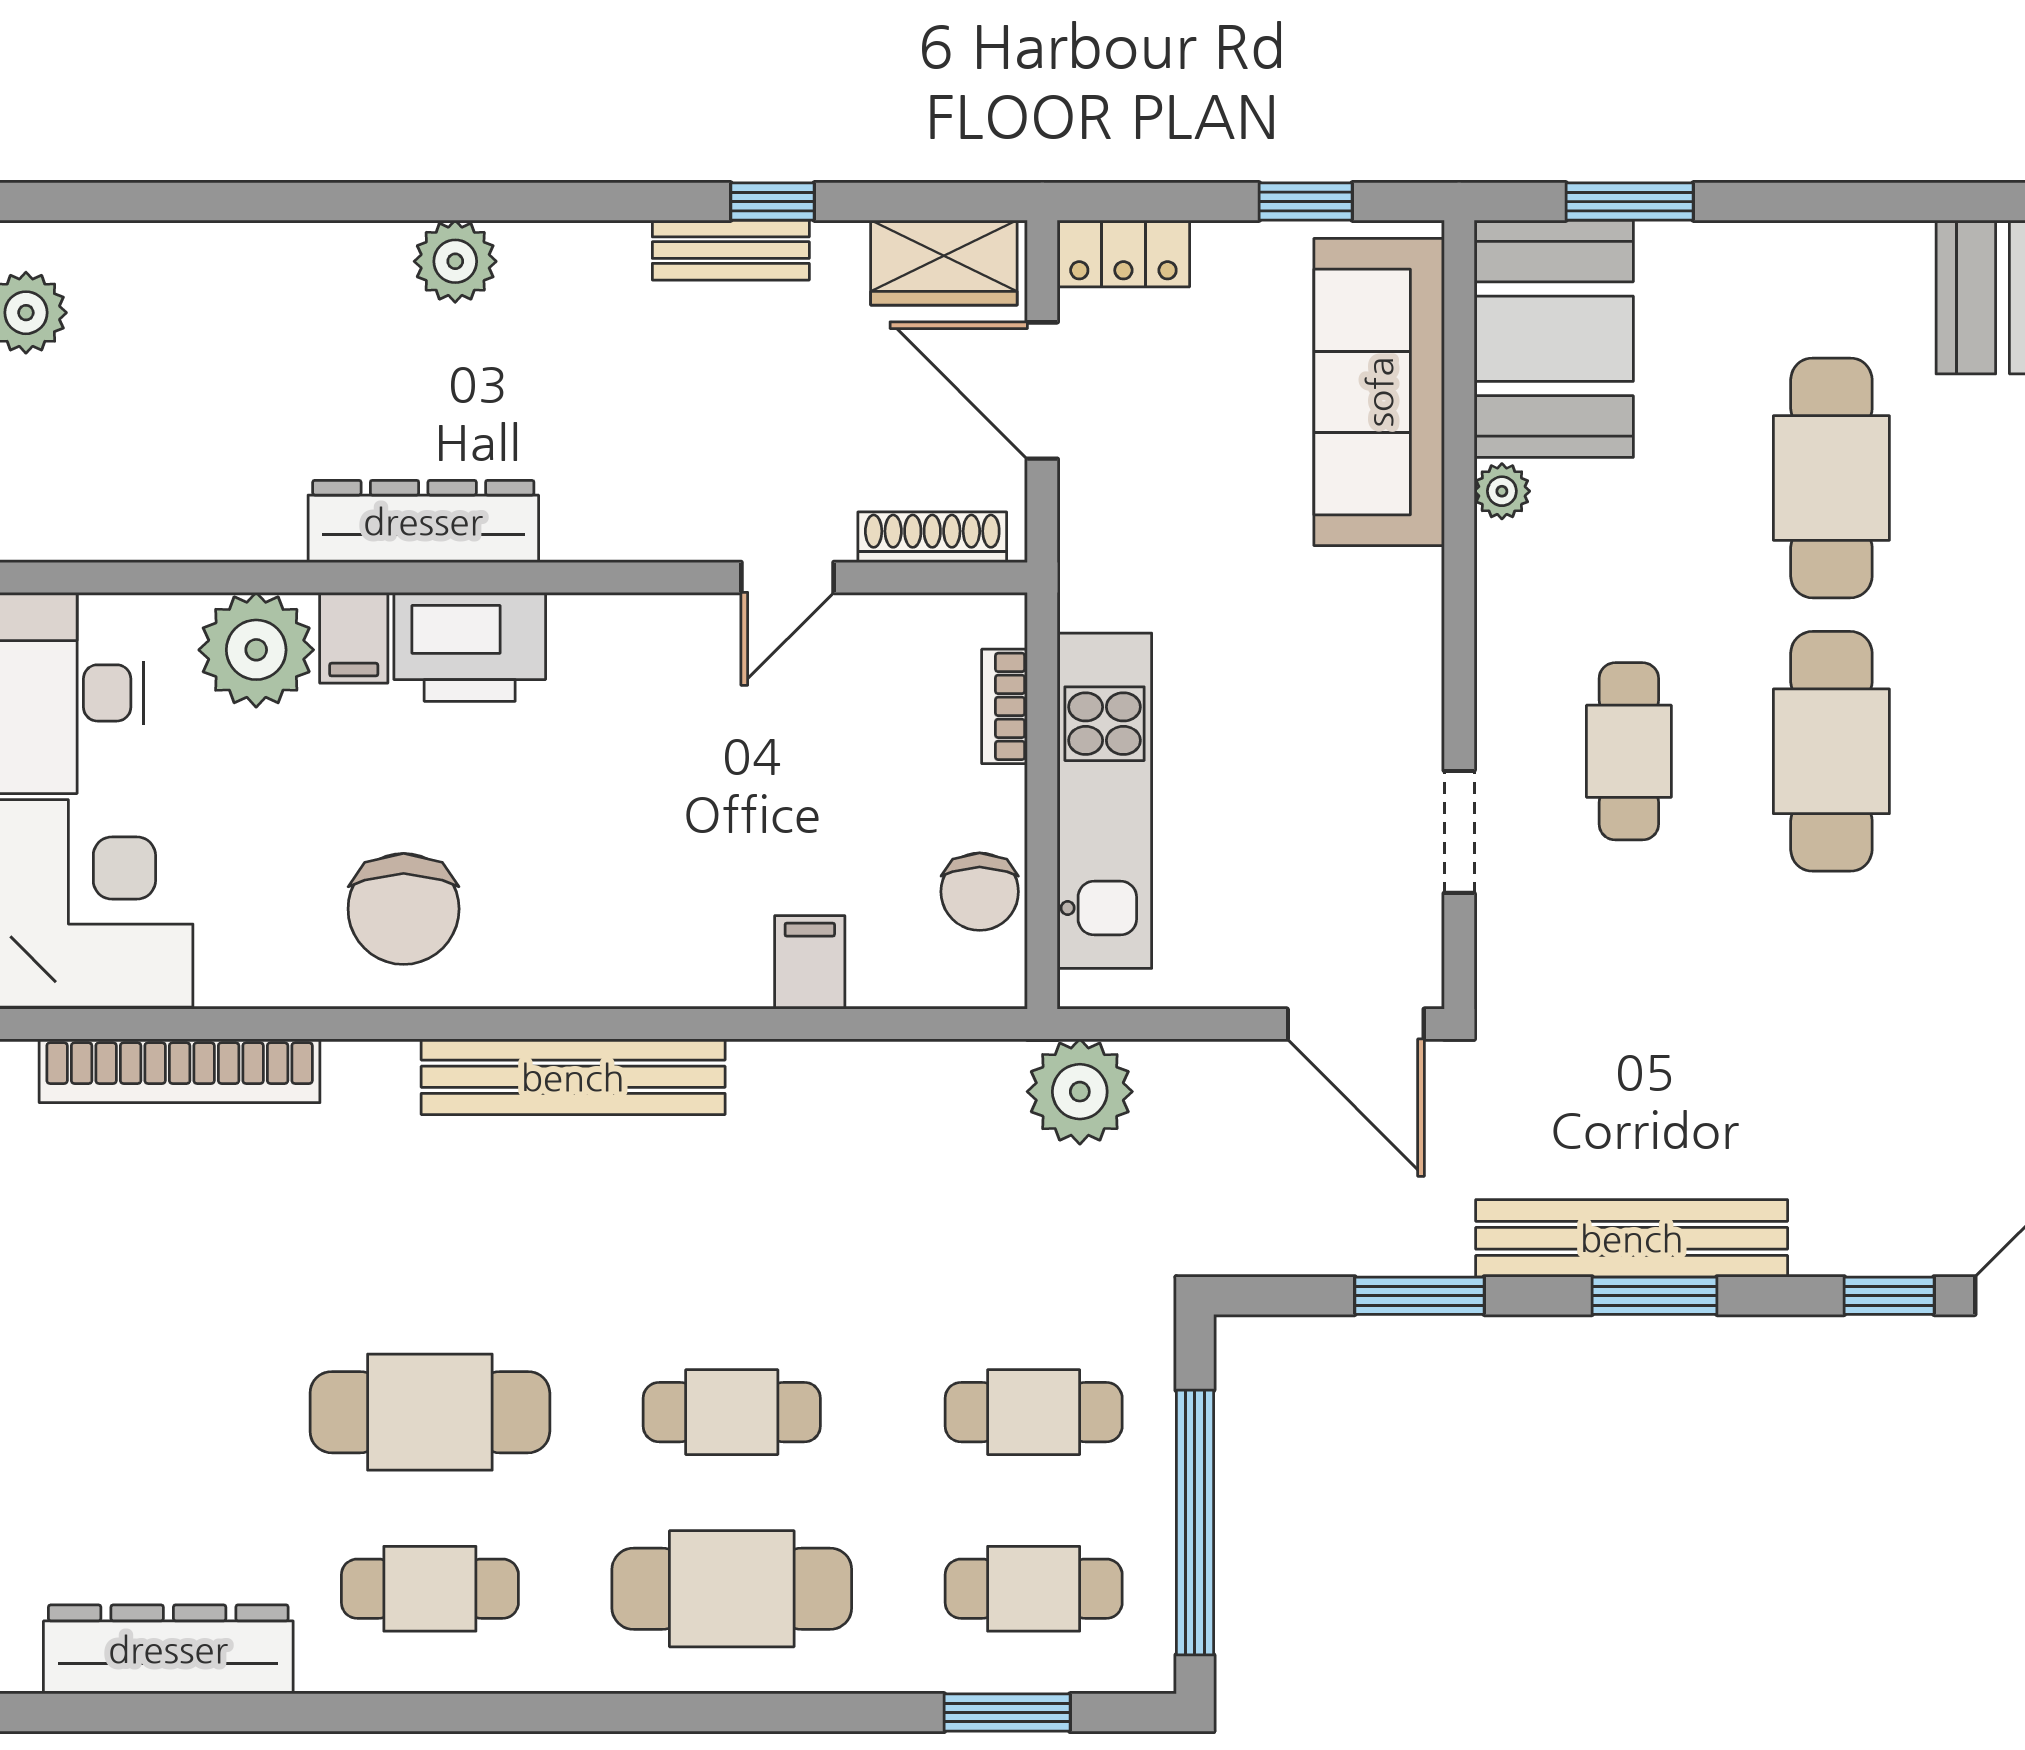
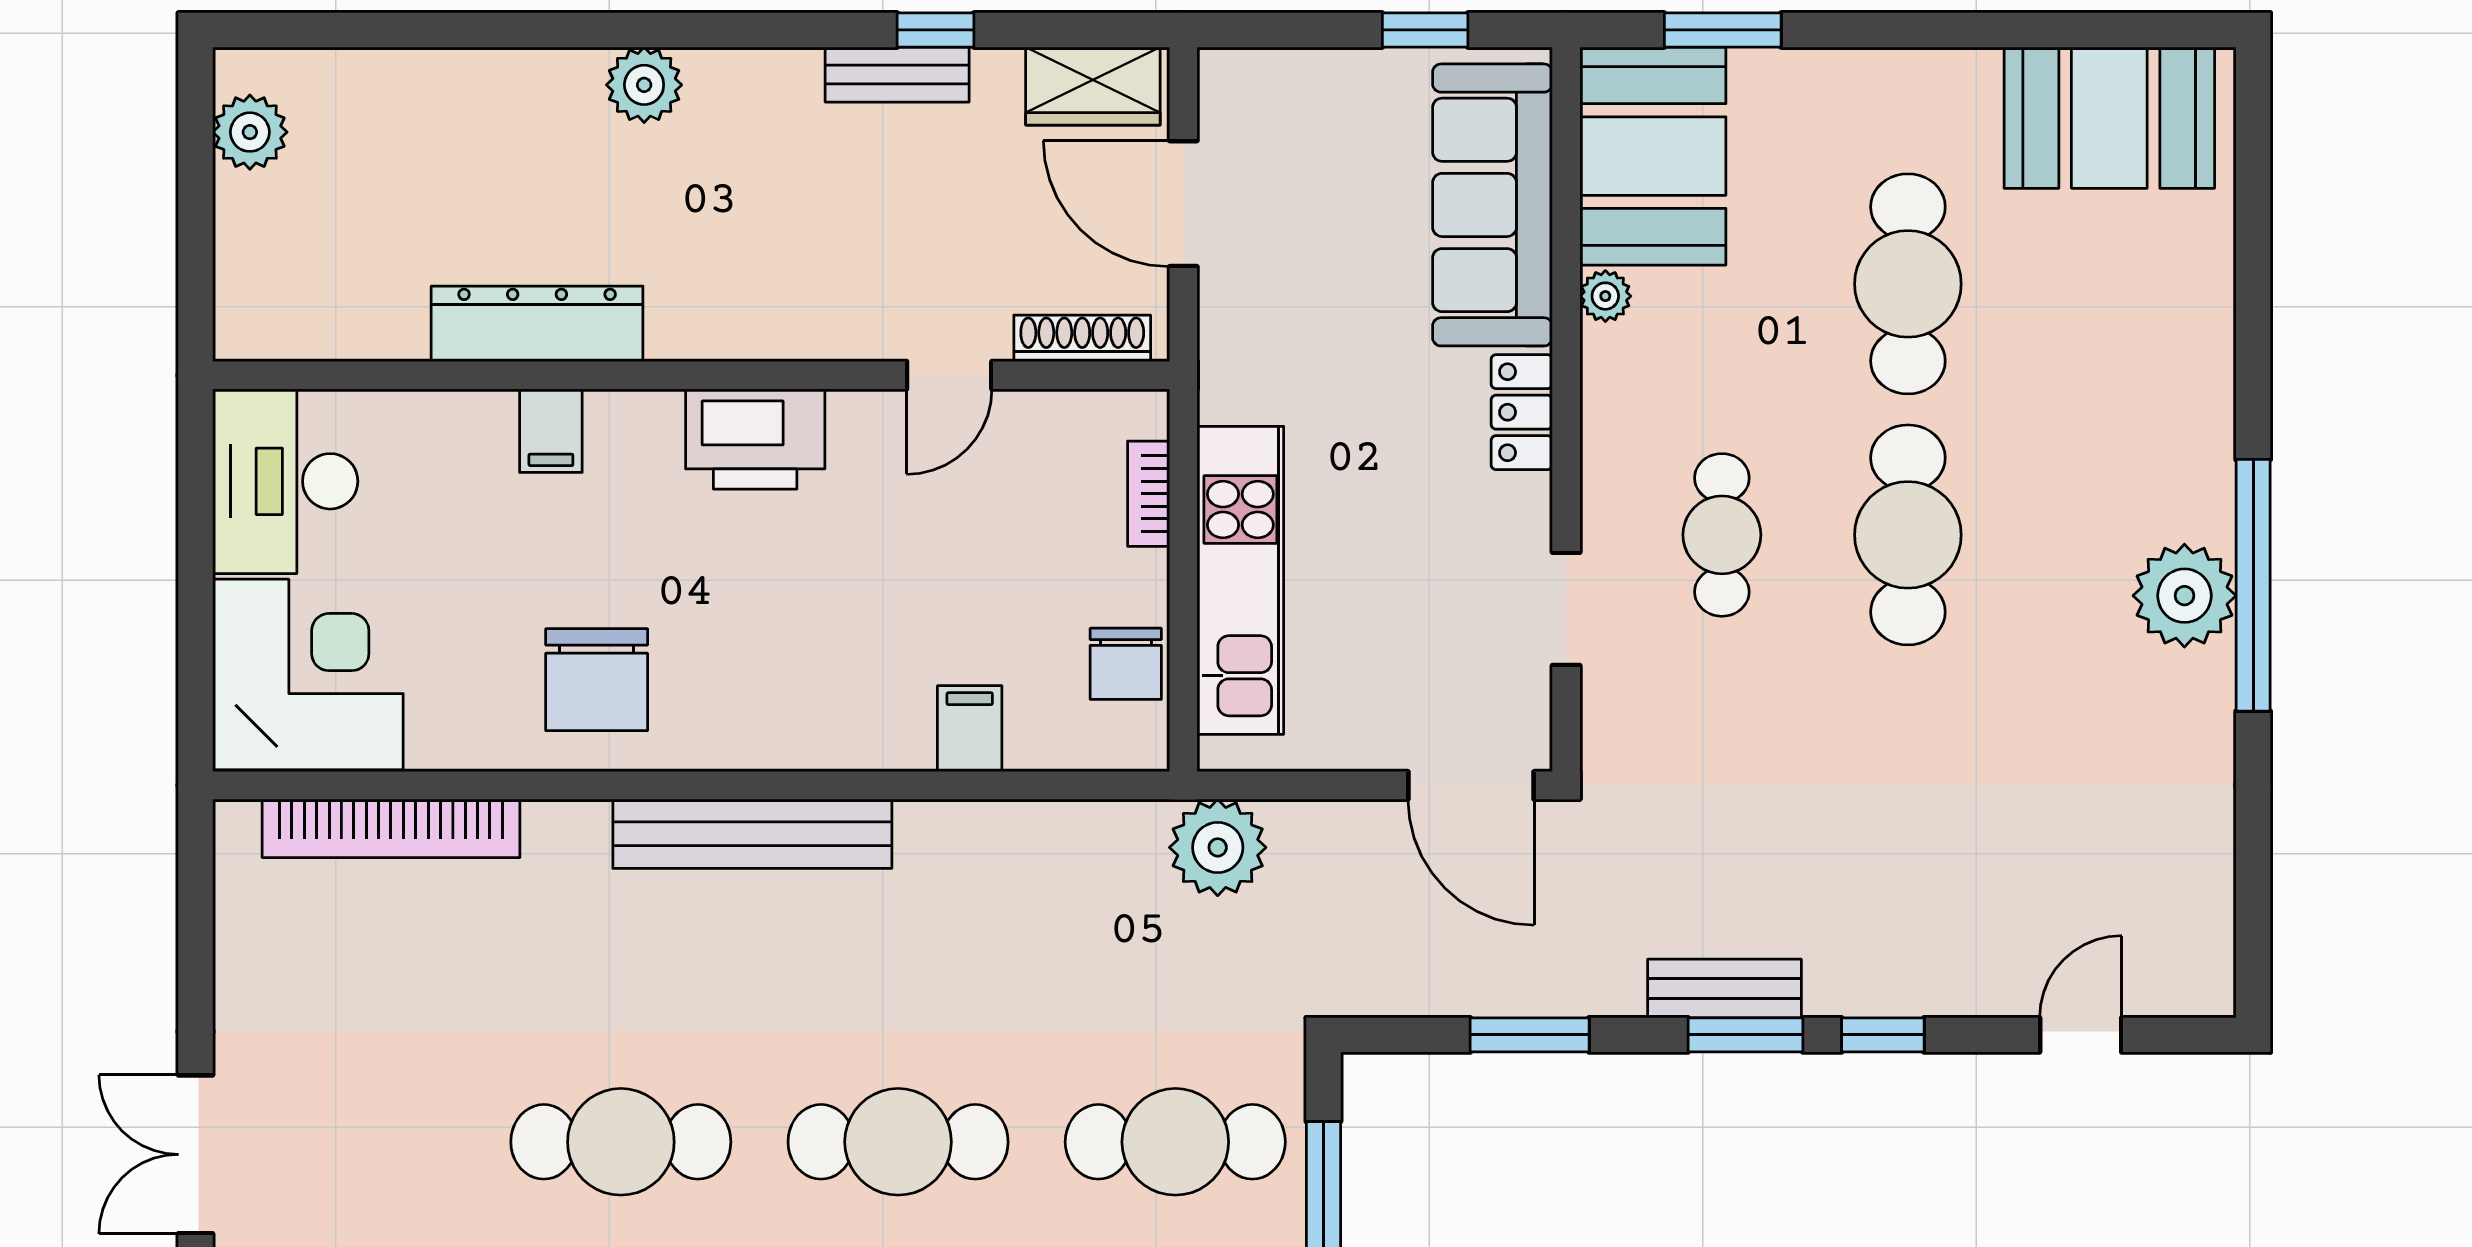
locker: (1123, 254) -> (1522, 412), moved, turned 90
dresser: (423, 521) -> (537, 324), moved
printer: (470, 647) -> (755, 439), moved
plant: (256, 650) -> (461, 442), removed
bench: (1632, 1238) -> (1724, 988), width x0.54, depth x0.82
window: (1889, 1296) -> (1883, 1035), moved
cafe table: (732, 1412) -> (898, 1142), width x1.37, depth x1.35
cafe table: (1034, 1412) -> (1175, 1142), width x1.37, depth x1.35

